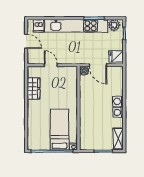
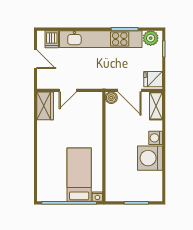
door: (51, 65) -> (68, 90), swing flipped
wardrobe: (33, 89) -> (45, 106), moved
washing machine: (118, 112) -> (150, 158), width x1.89, depth x1.89
shelving: (118, 139) -> (156, 106), moved

